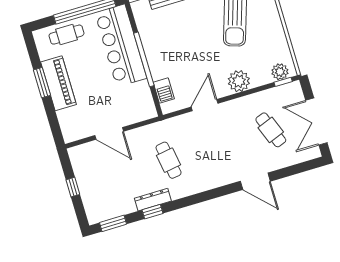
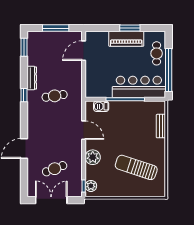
door: (109, 133) -> (84, 51), moved
window: (73, 187) -> (56, 28), width x2.17
window: (153, 212) -> (24, 95), moved

